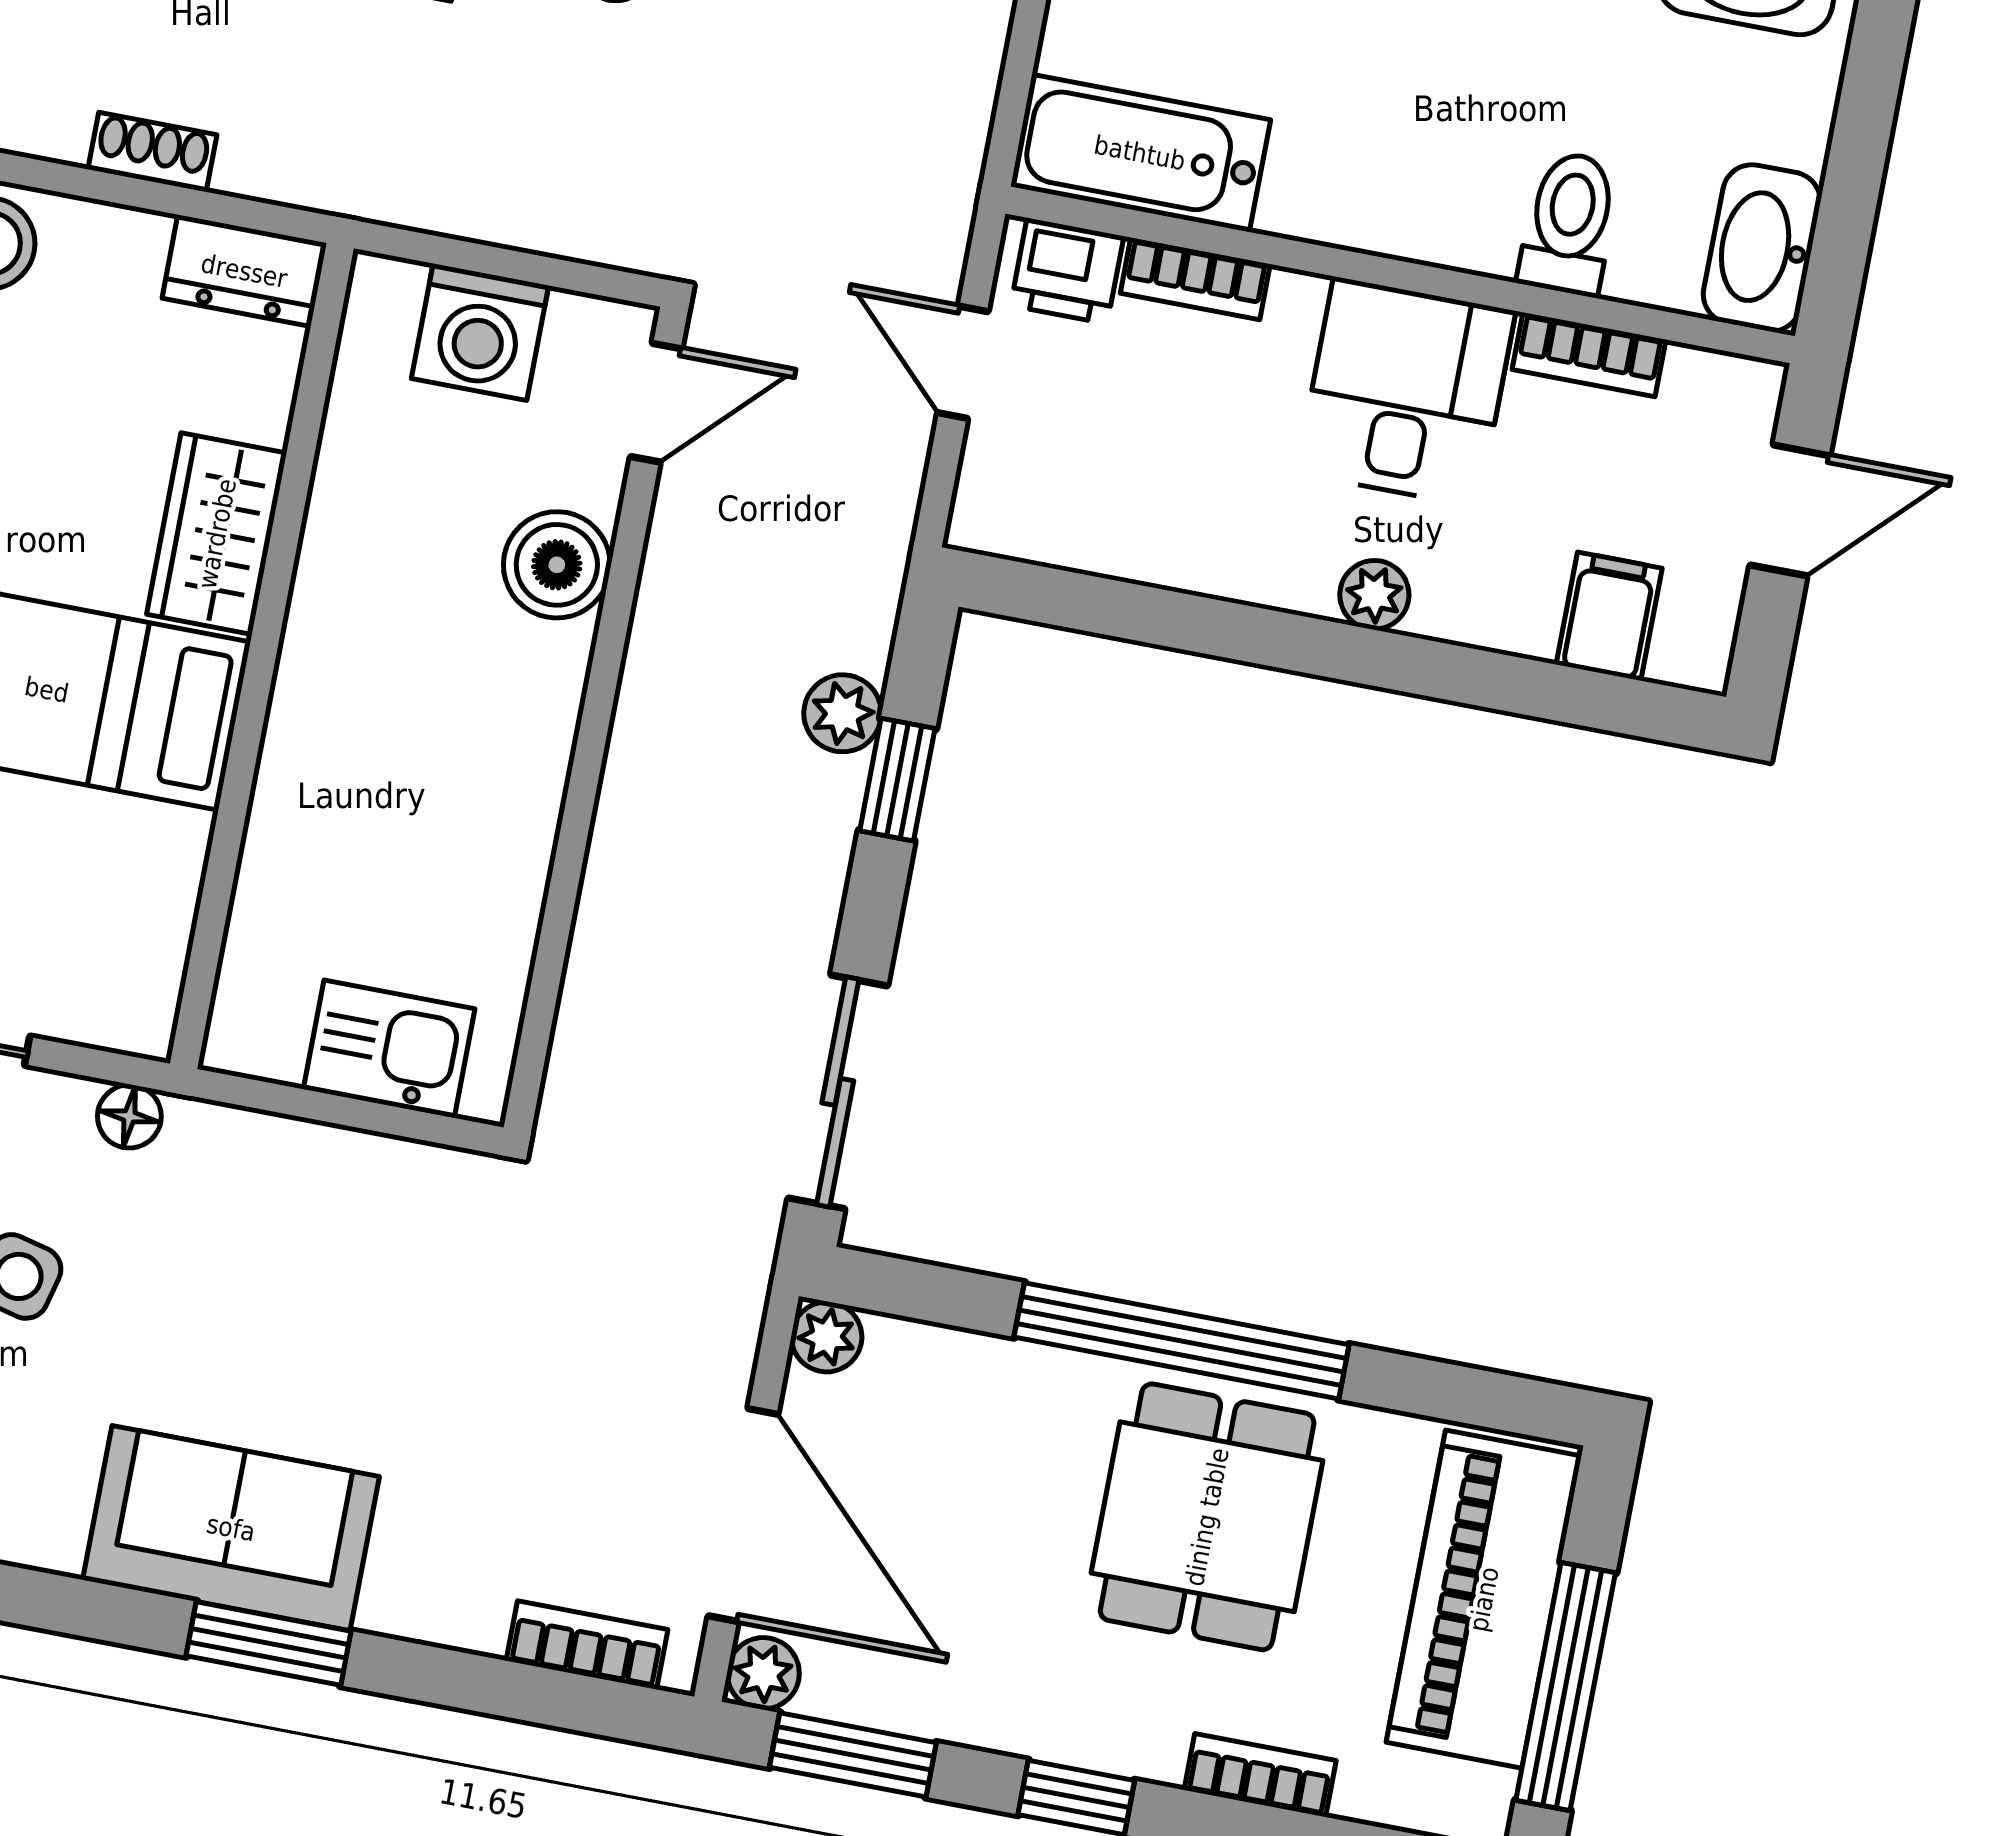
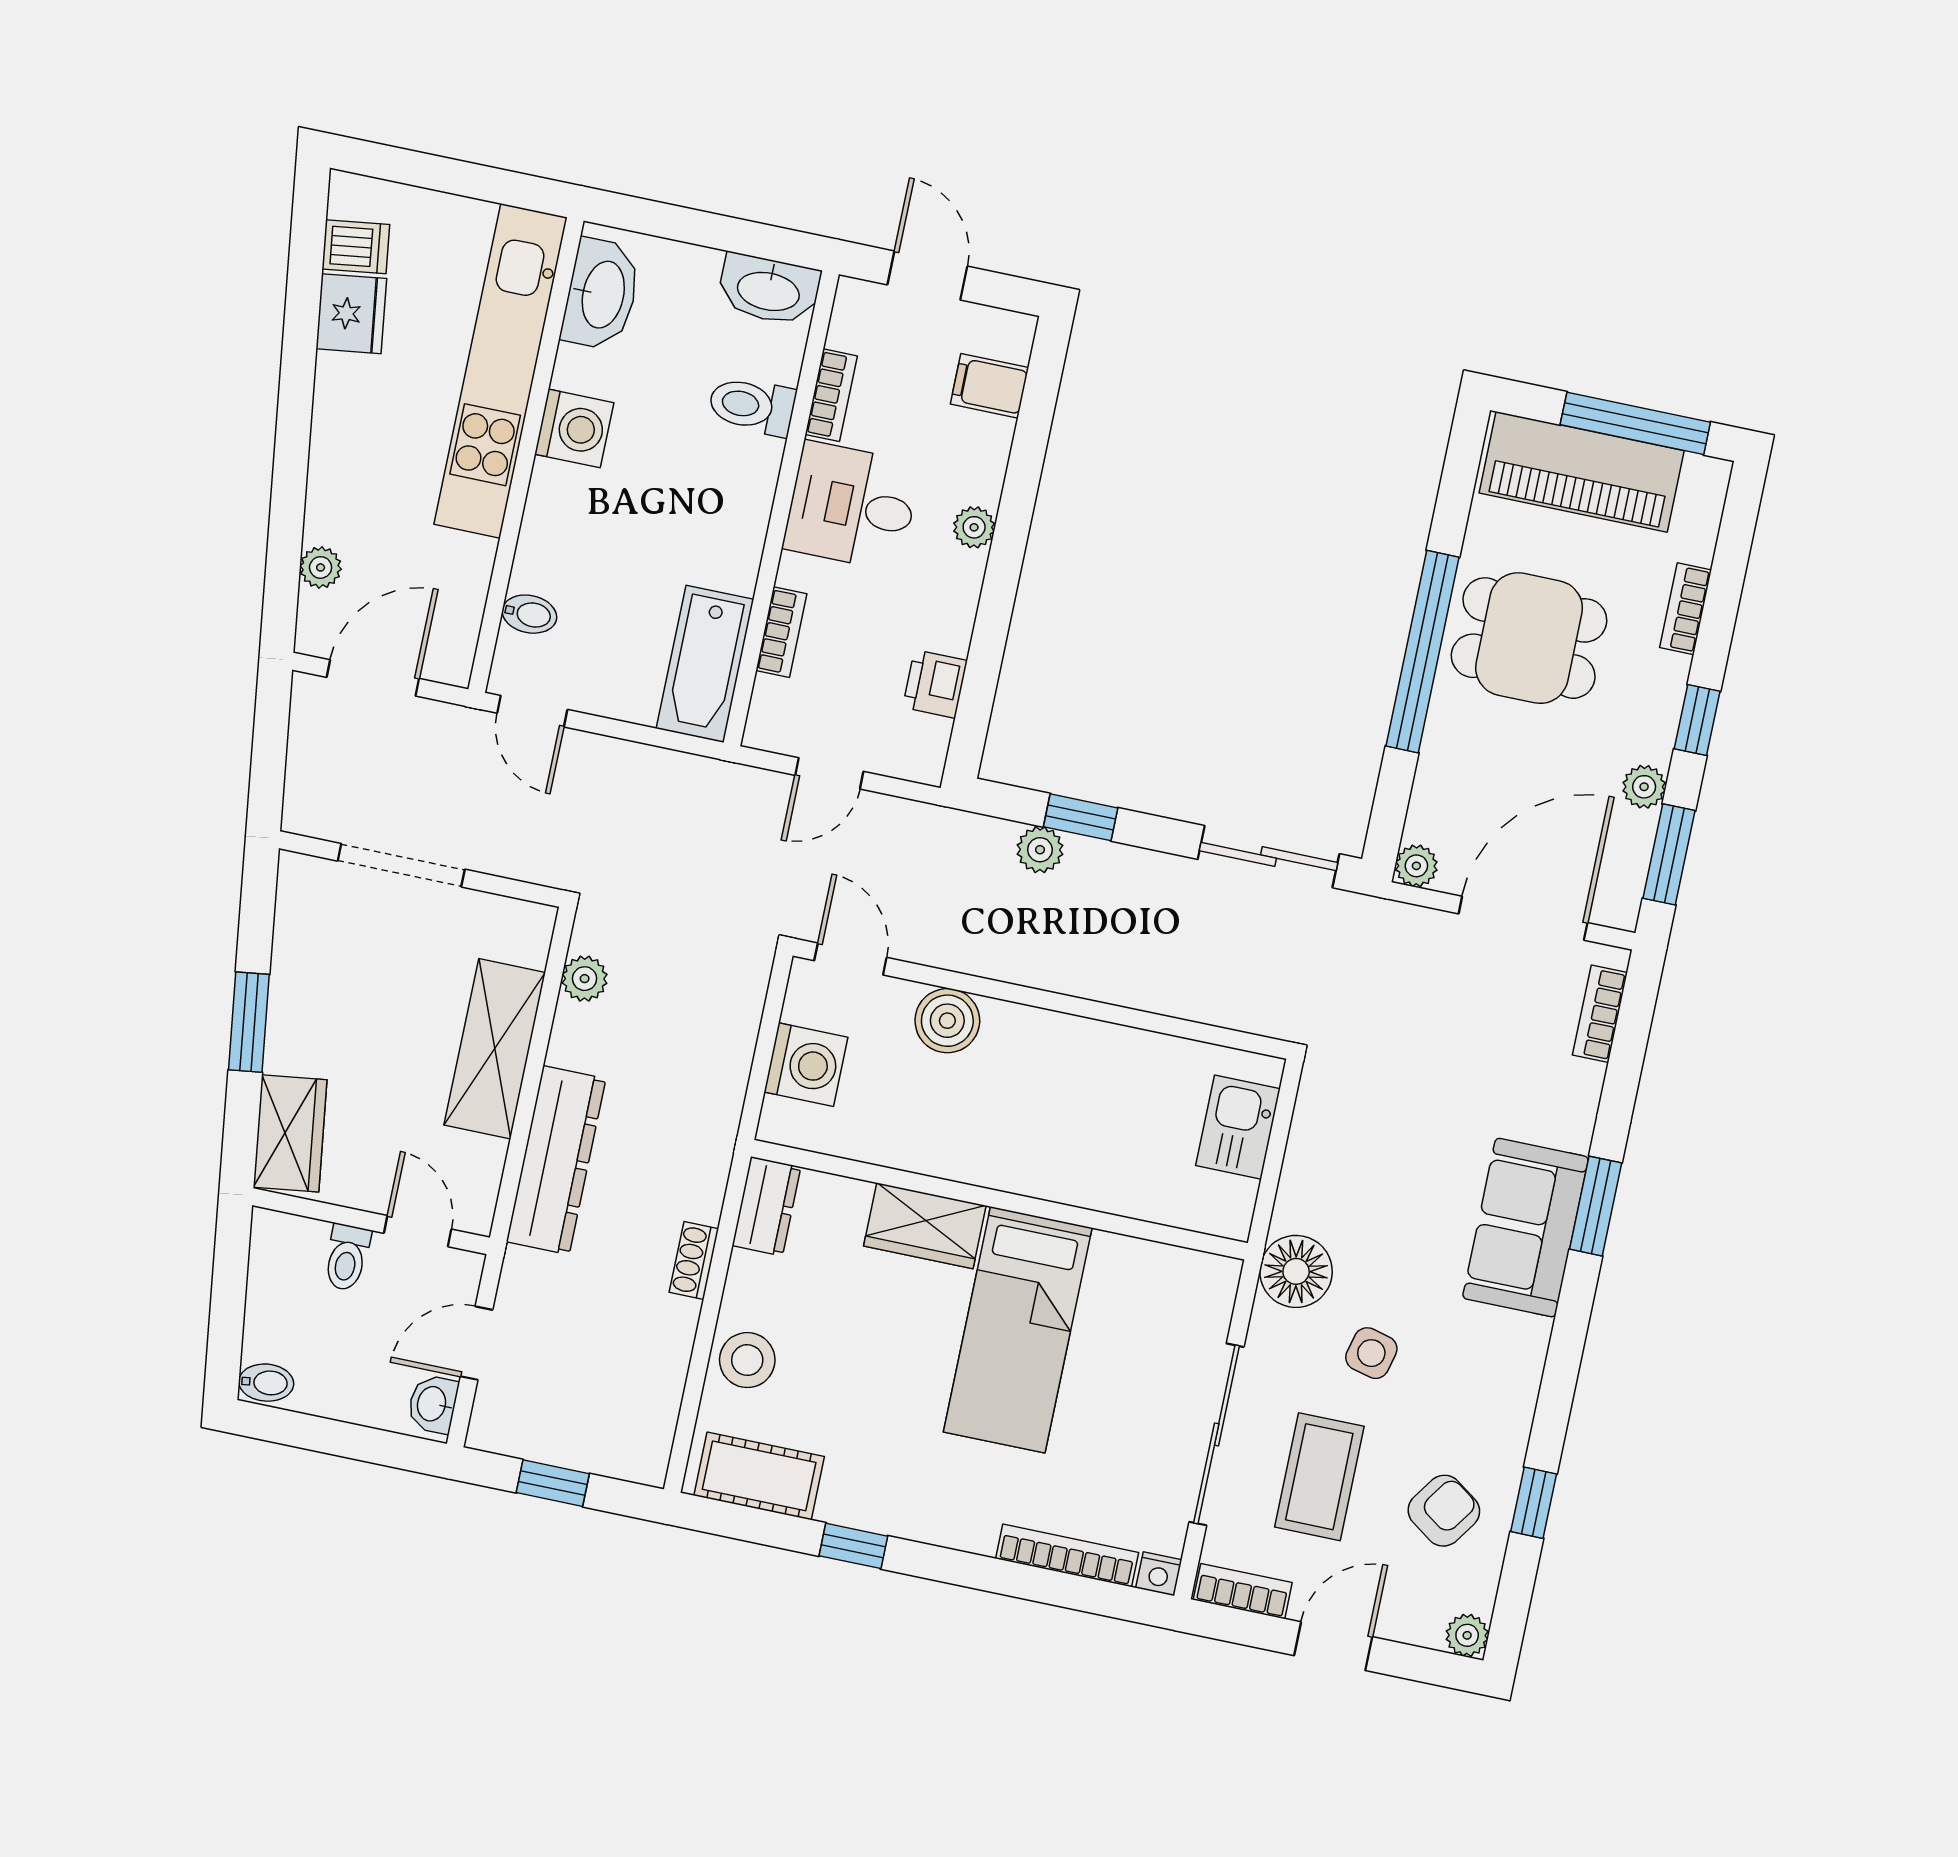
printer: (1067, 271) -> (935, 684), moved, turned 180
floor lamp: (129, 1116) -> (1296, 1271), width x1.89, depth x1.89
plant: (763, 1673) -> (1644, 787), moved

